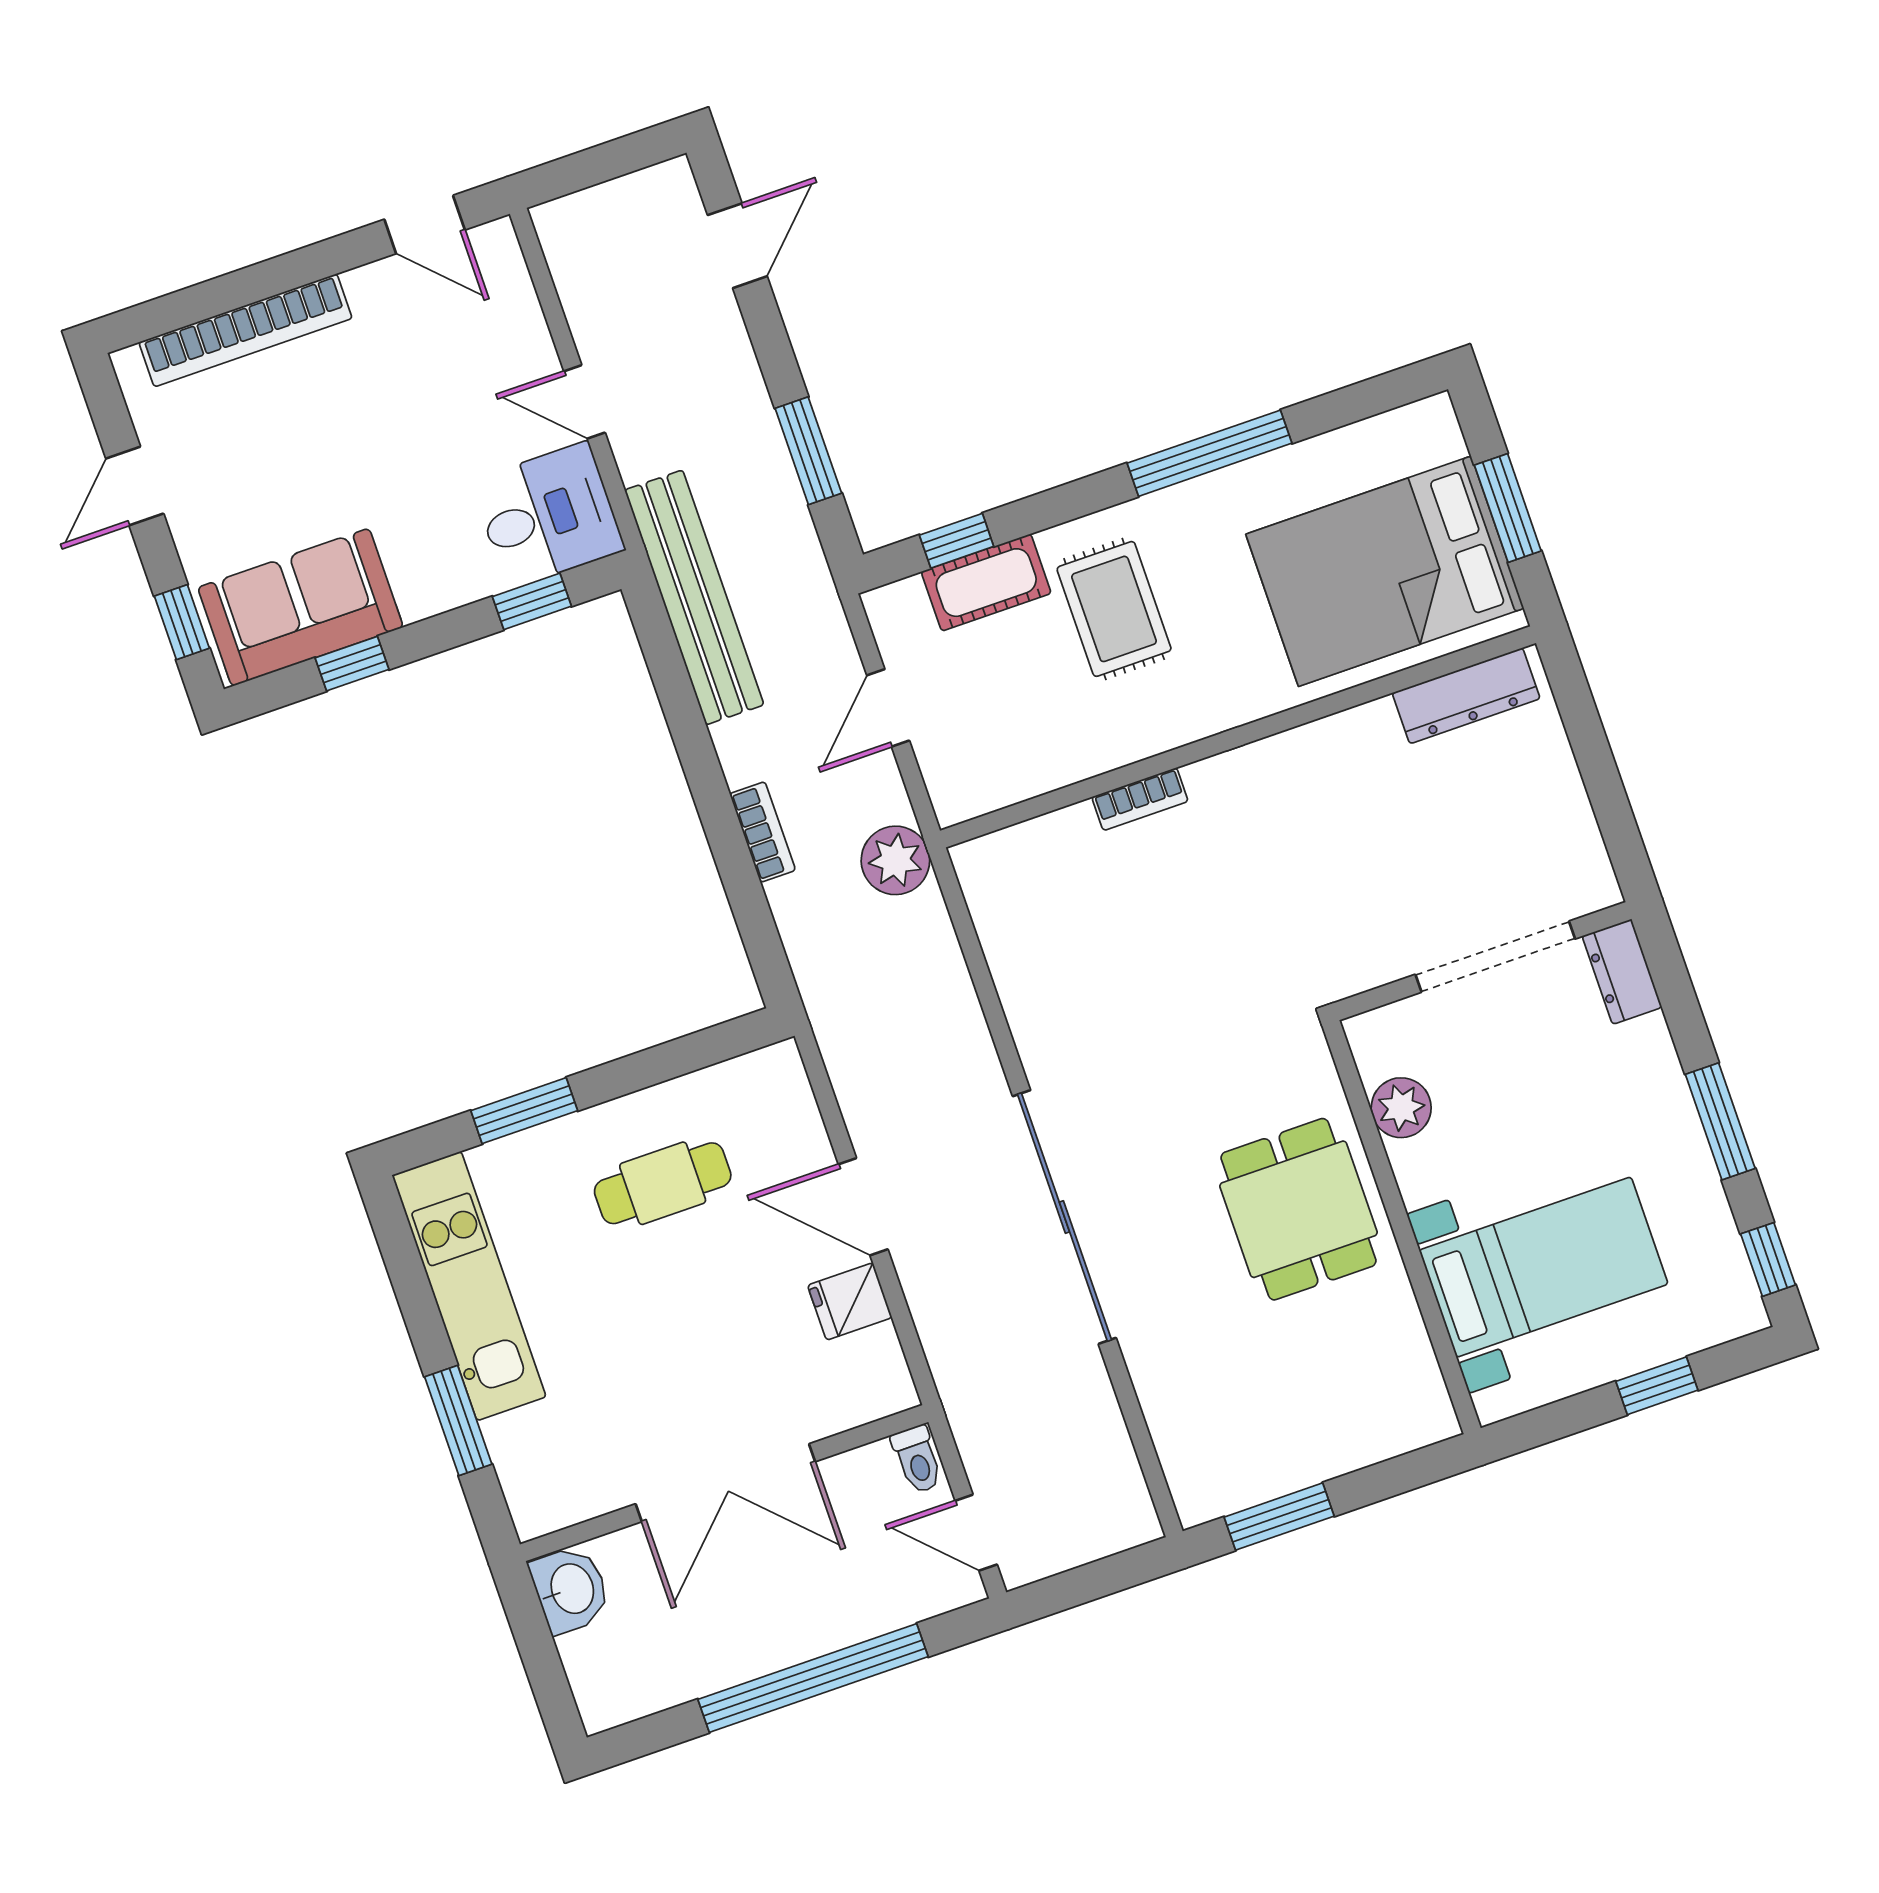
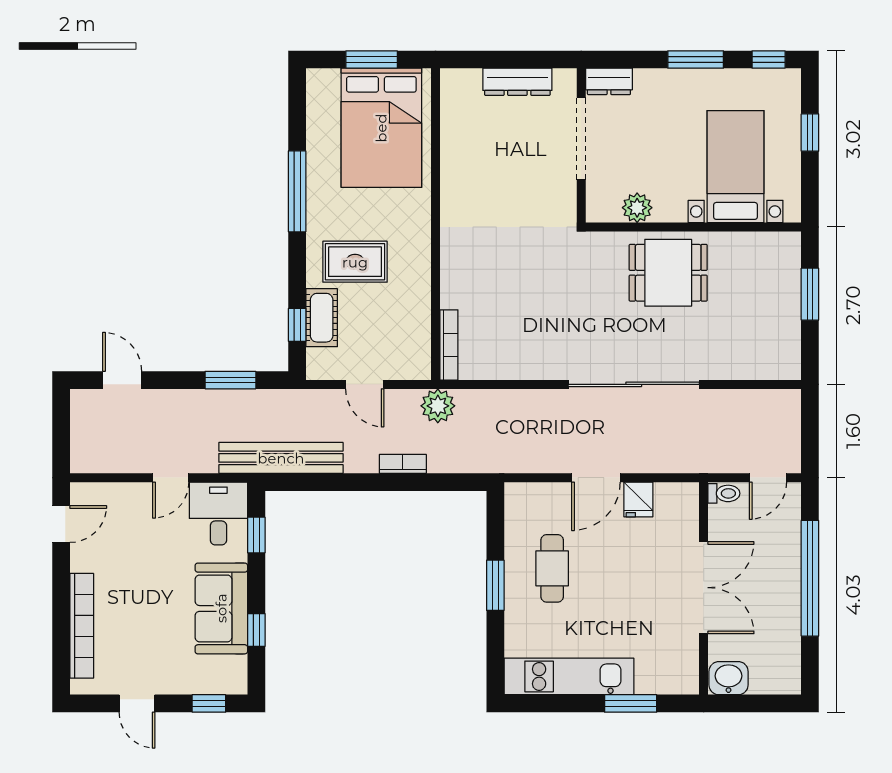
sofa: (300, 607) -> (221, 608), moved
dresser: (1466, 696) -> (517, 82), moved, turned 90
bookcase: (1140, 799) -> (449, 345), moved, width x1.56
window: (524, 1111) -> (495, 585), moved
window: (1279, 1517) -> (810, 294), moved

